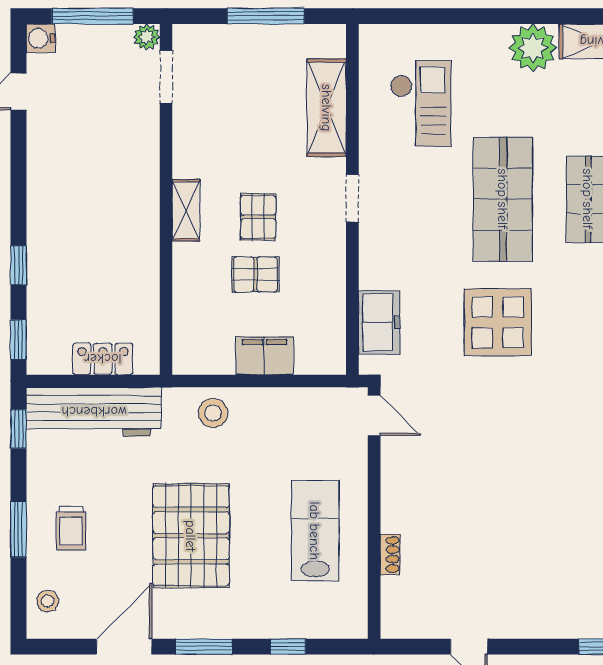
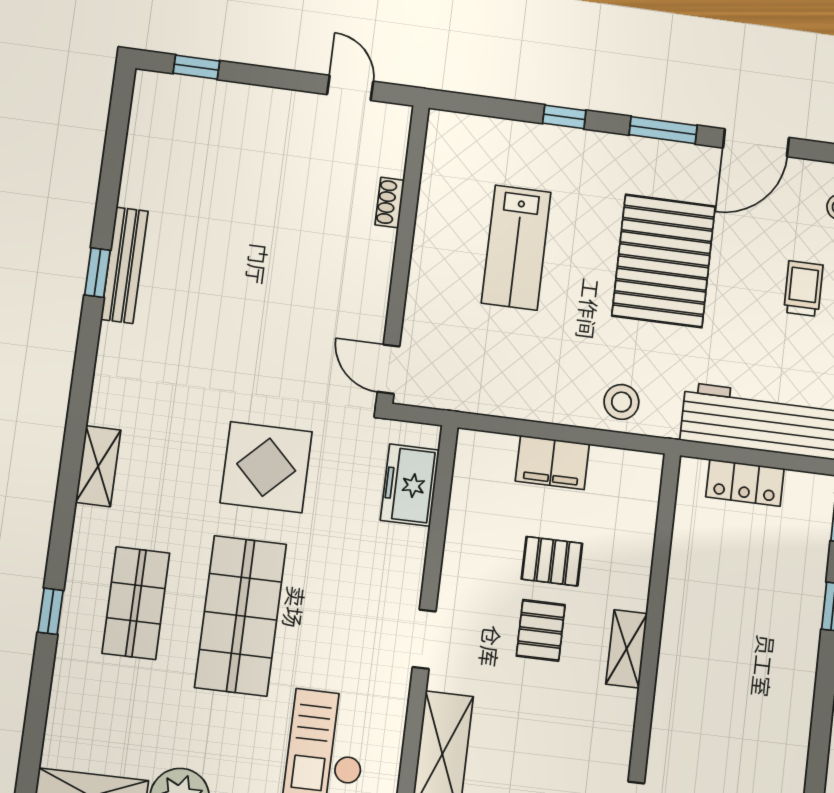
door: (374, 416) -> (389, 369), moved
wall: (374, 513) -> (403, 254), moved
shoe rack: (390, 554) -> (390, 203), moved

